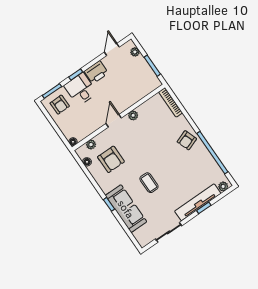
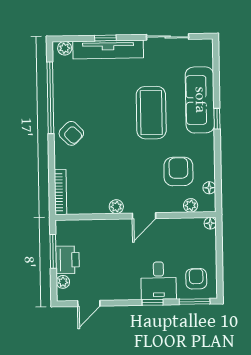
printer: (96, 72) -> (67, 260), moved, turned 90
armchair: (187, 140) -> (71, 133), turned 65
coffee table: (149, 183) -> (151, 113), width x1.86, depth x1.72

